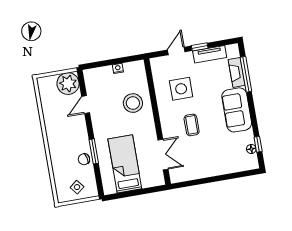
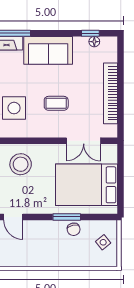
double door: (163, 155) -> (84, 141), swing flipped
bed: (125, 164) -> (87, 185), width x1.50
bookcase: (208, 171) -> (111, 93), added

